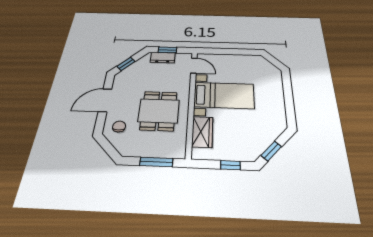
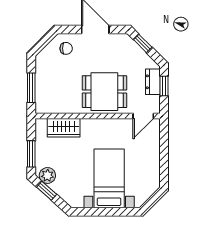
bed with nightstands: (224, 95) -> (109, 178), moved, turned 180
dining table: (159, 111) -> (104, 92), moved
plant: (254, 150) -> (47, 175), added
window: (230, 165) -> (31, 154), width x1.50

